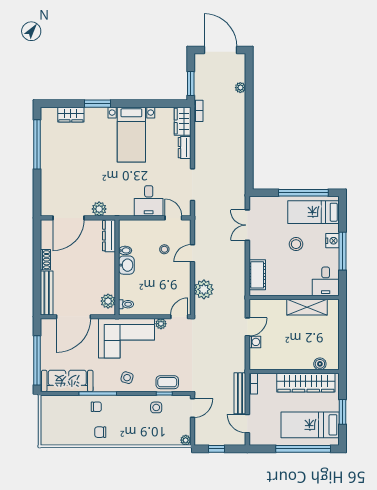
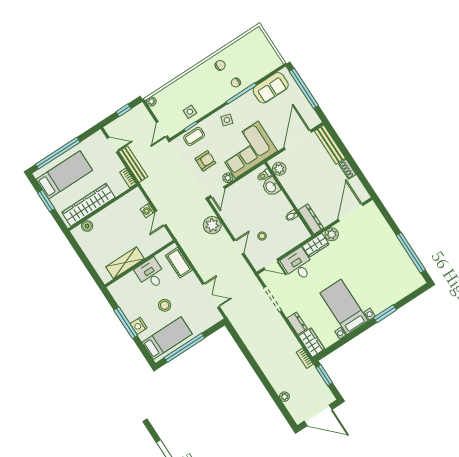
wardrobe: (71, 115) -> (316, 245), moved, turned 180
washbasin: (126, 265) -> (271, 187), moved
desk: (326, 281) -> (151, 274), moved
armchair: (171, 353) -> (205, 161), added
sofa: (67, 381) -> (271, 88), width x0.73

